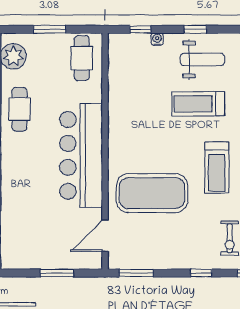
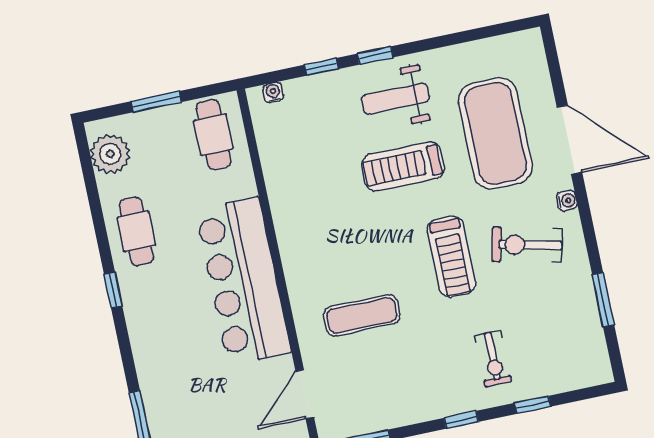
window: (140, 29) -> (321, 67), moved
water cooler: (157, 39) -> (273, 92), moved
weight bench: (202, 59) -> (395, 98), turned 180
exercise mat: (152, 193) -> (362, 315), width x0.50, depth x0.69

